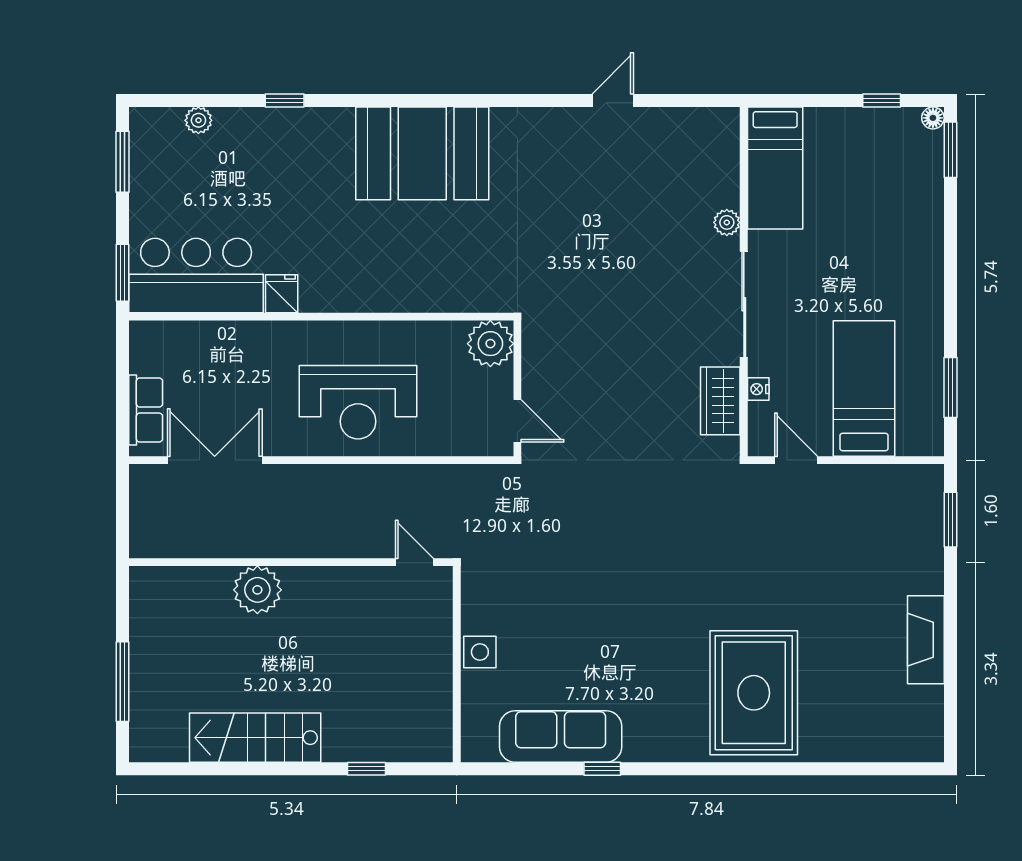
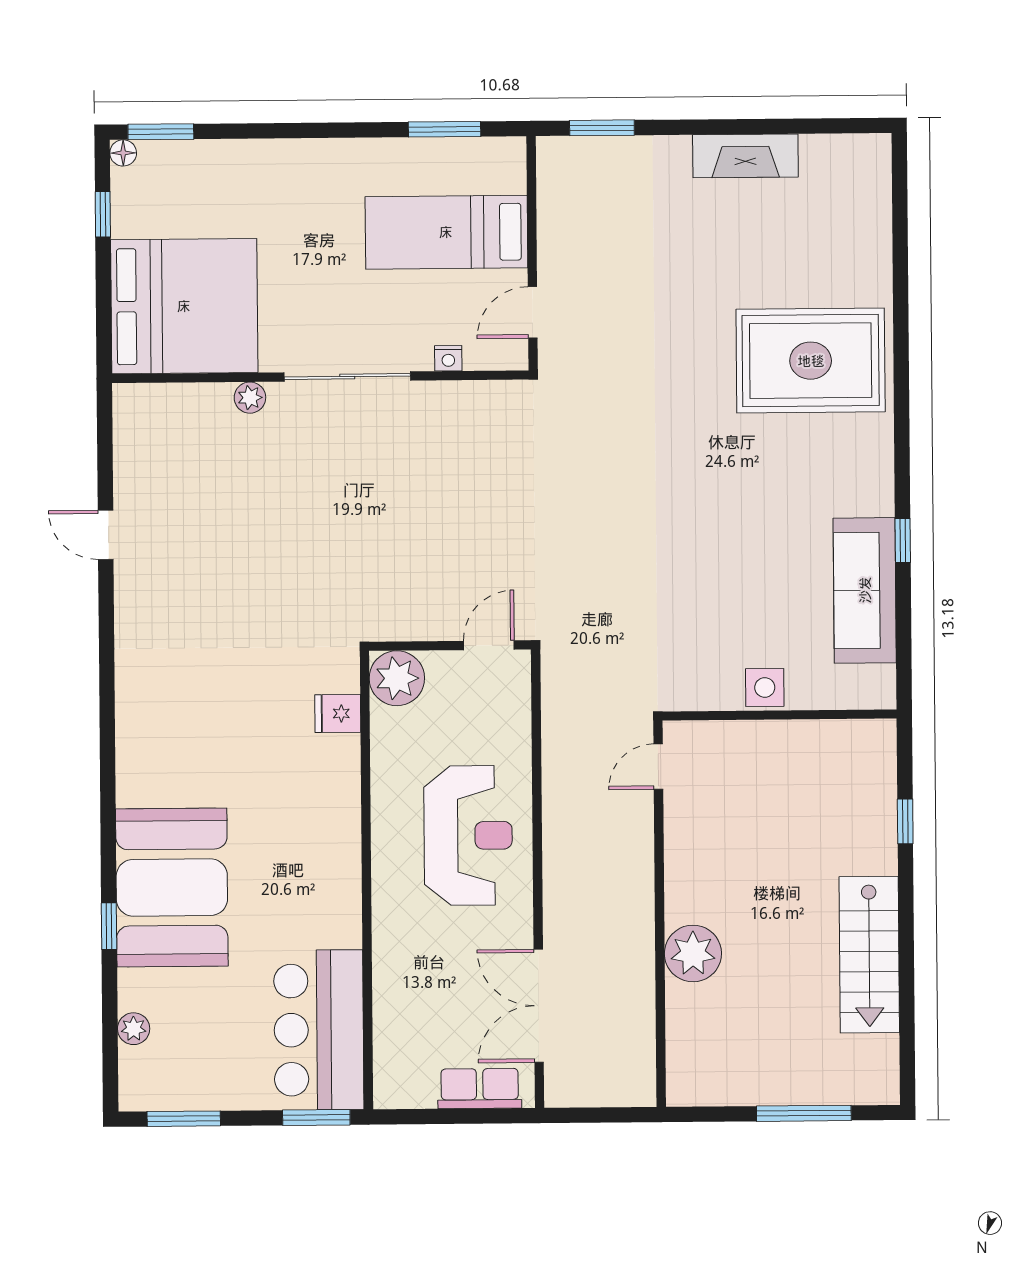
booth: (422, 153) -> (172, 887), moved
bed: (775, 168) -> (184, 306), width x2.04
fridge: (282, 294) -> (338, 713), moved
wardrobe: (720, 401) -> (463, 404), removed

